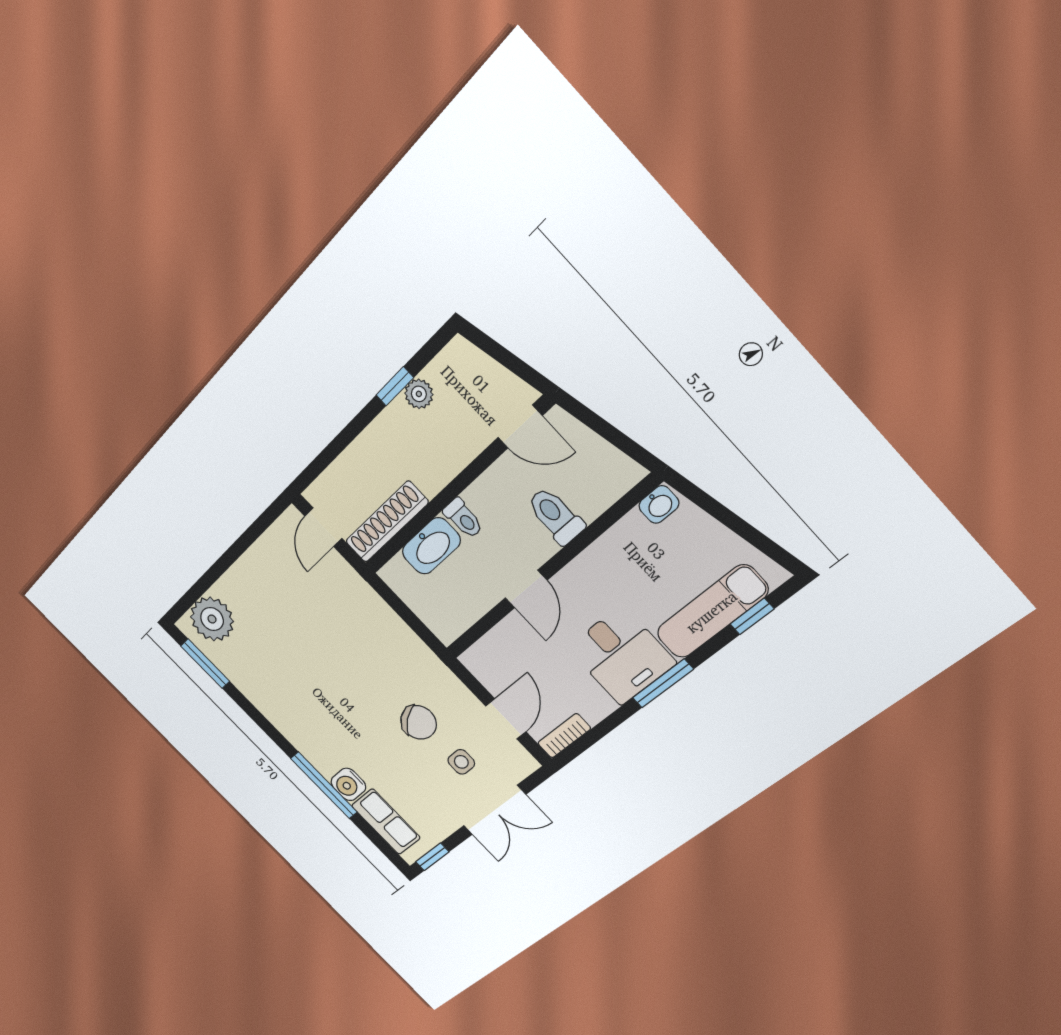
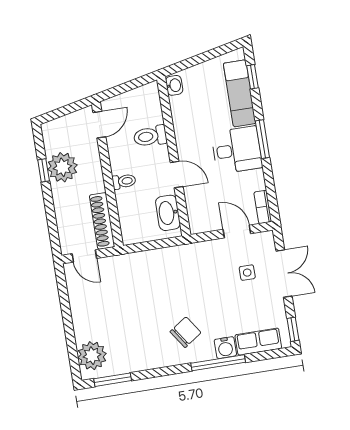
plant: (419, 394) -> (62, 167), width x1.88, depth x1.88
washbasin: (431, 546) -> (168, 213), moved, turned 180
chair: (419, 722) -> (186, 332), moved

